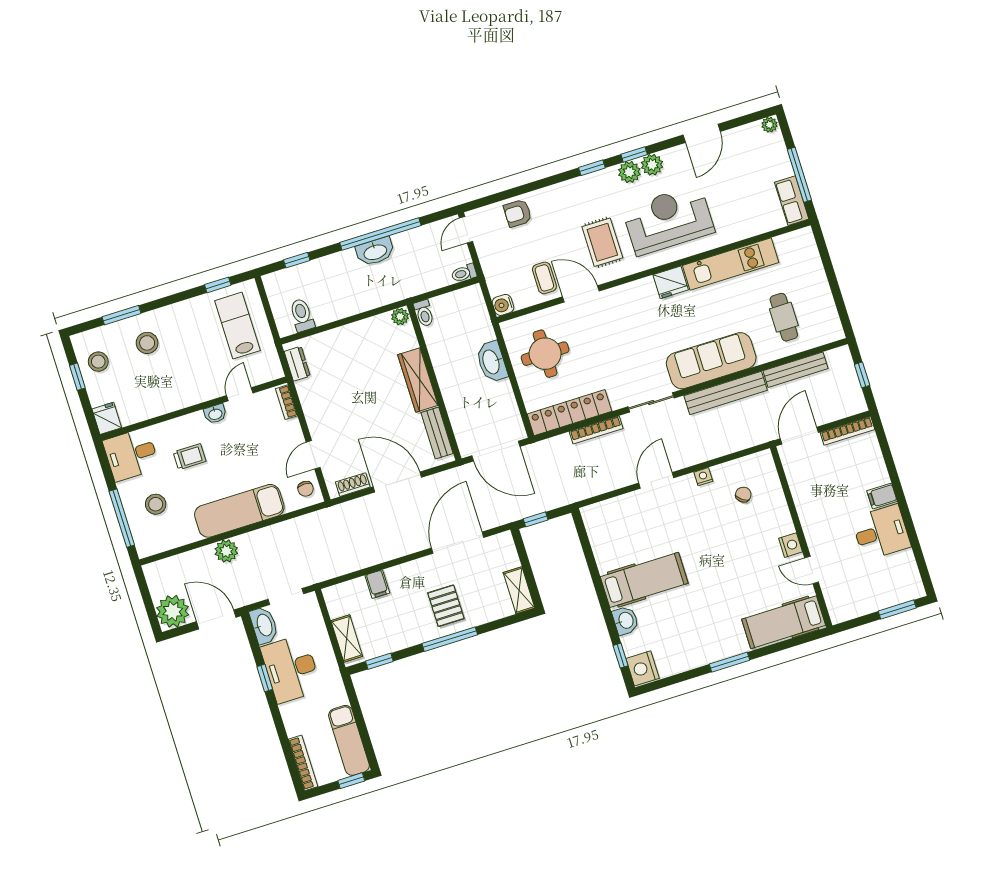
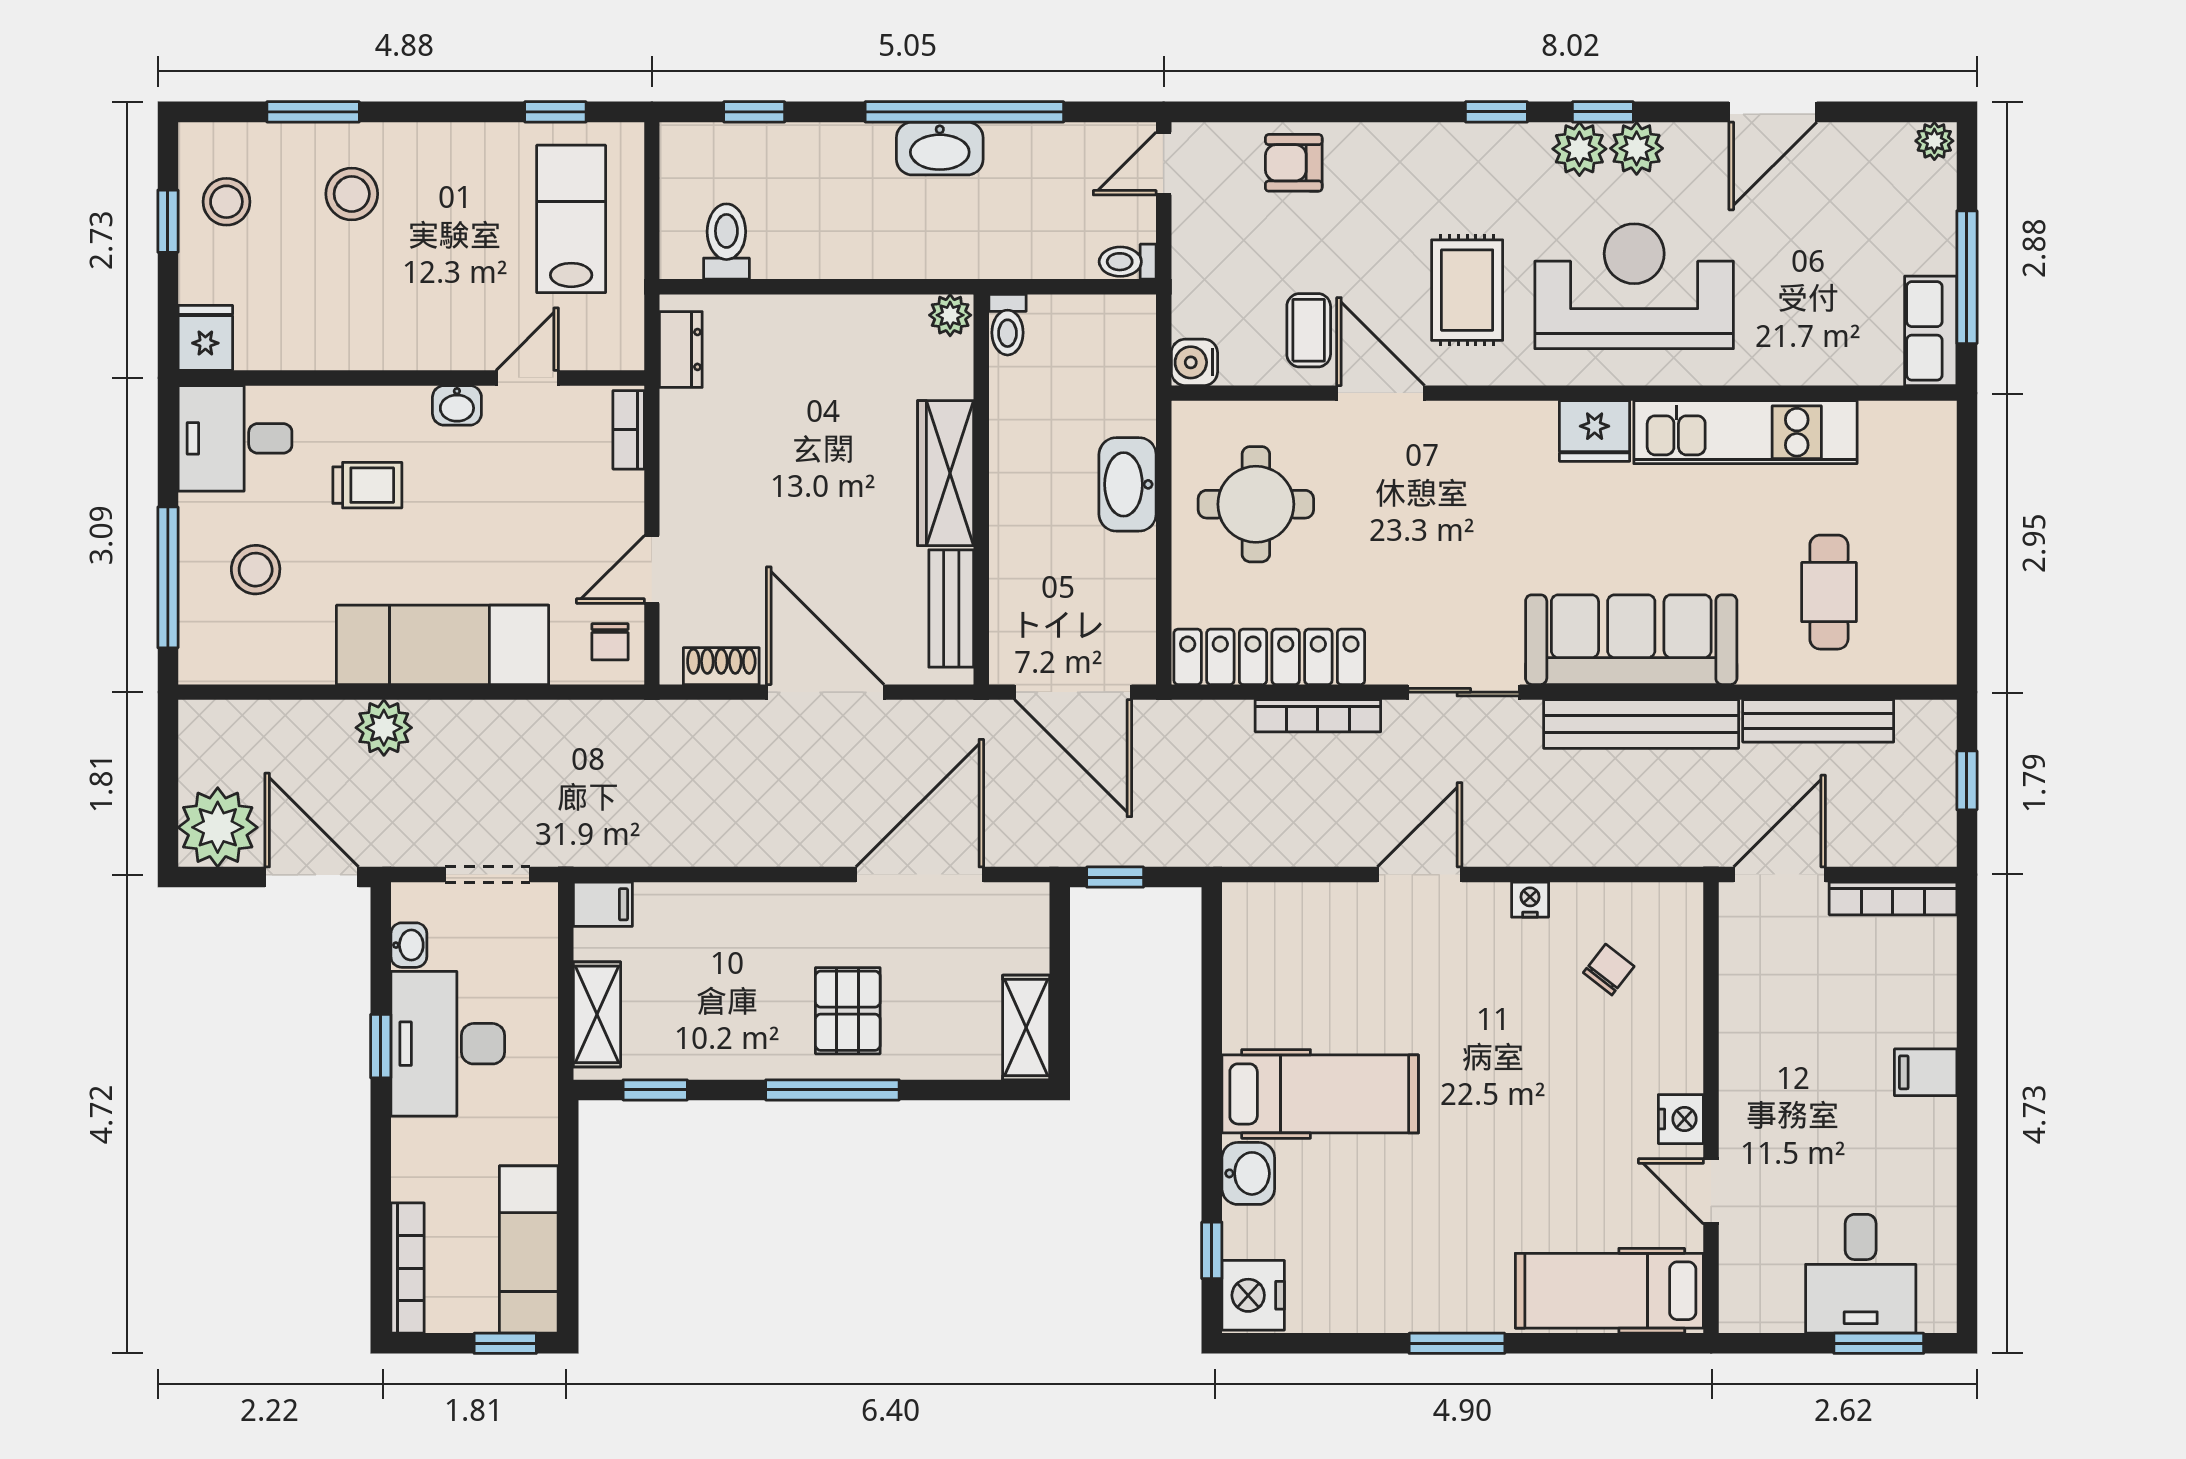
desk: (881, 532) -> (1861, 1274), moved, turned 90
filing cabinet: (377, 584) -> (603, 904), moved, turned -90
washbasin: (264, 625) -> (409, 945), width x0.52, depth x0.69

